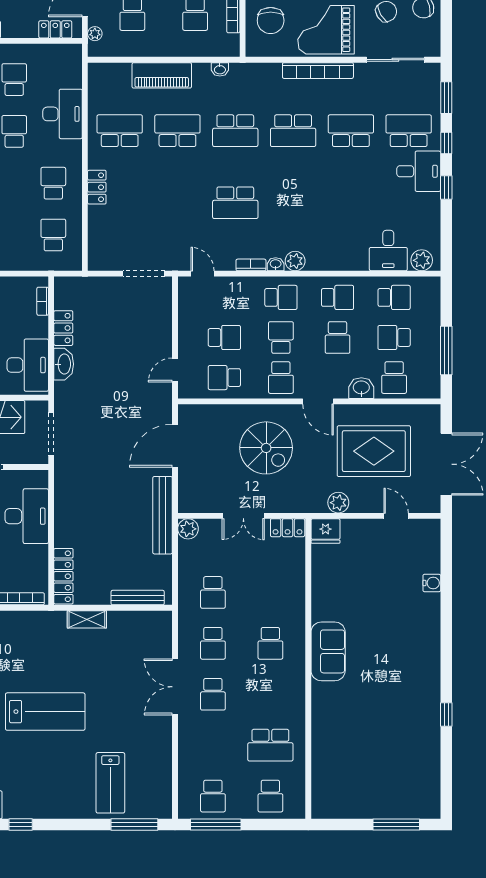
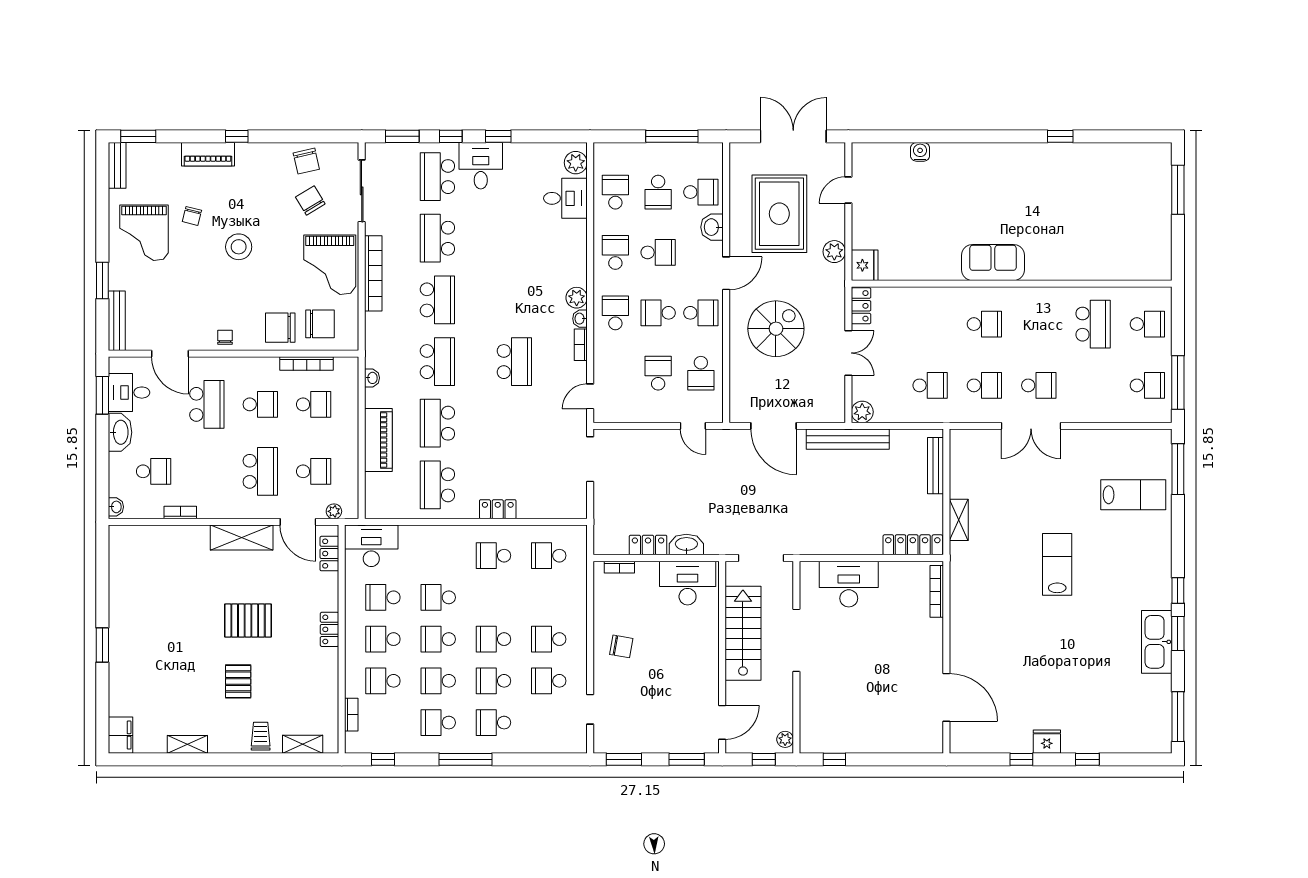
desk: (63, 114) -> (371, 546), moved
lab bench: (45, 712) -> (1057, 564), width x0.73, depth x0.72

